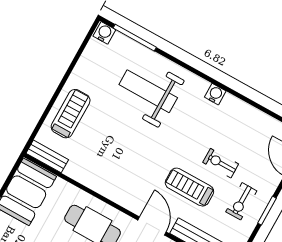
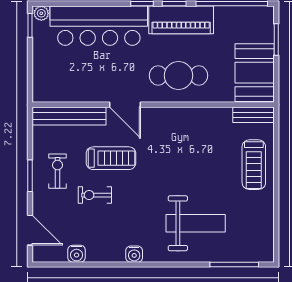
water cooler: (104, 33) -> (77, 254), moved
exercise bike: (221, 163) -> (95, 195), turned 180

